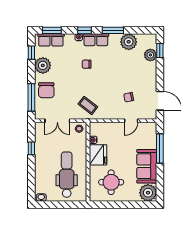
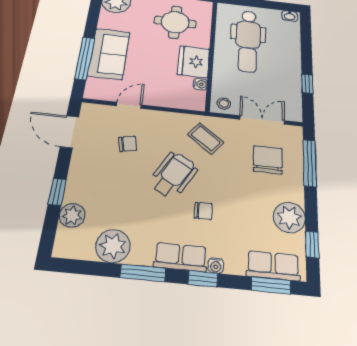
window: (160, 51) -> (57, 192), moved
wheelchair: (103, 82) -> (173, 175), added
chair: (46, 90) -> (268, 160), moved
sofa: (147, 166) -> (109, 54), moved

